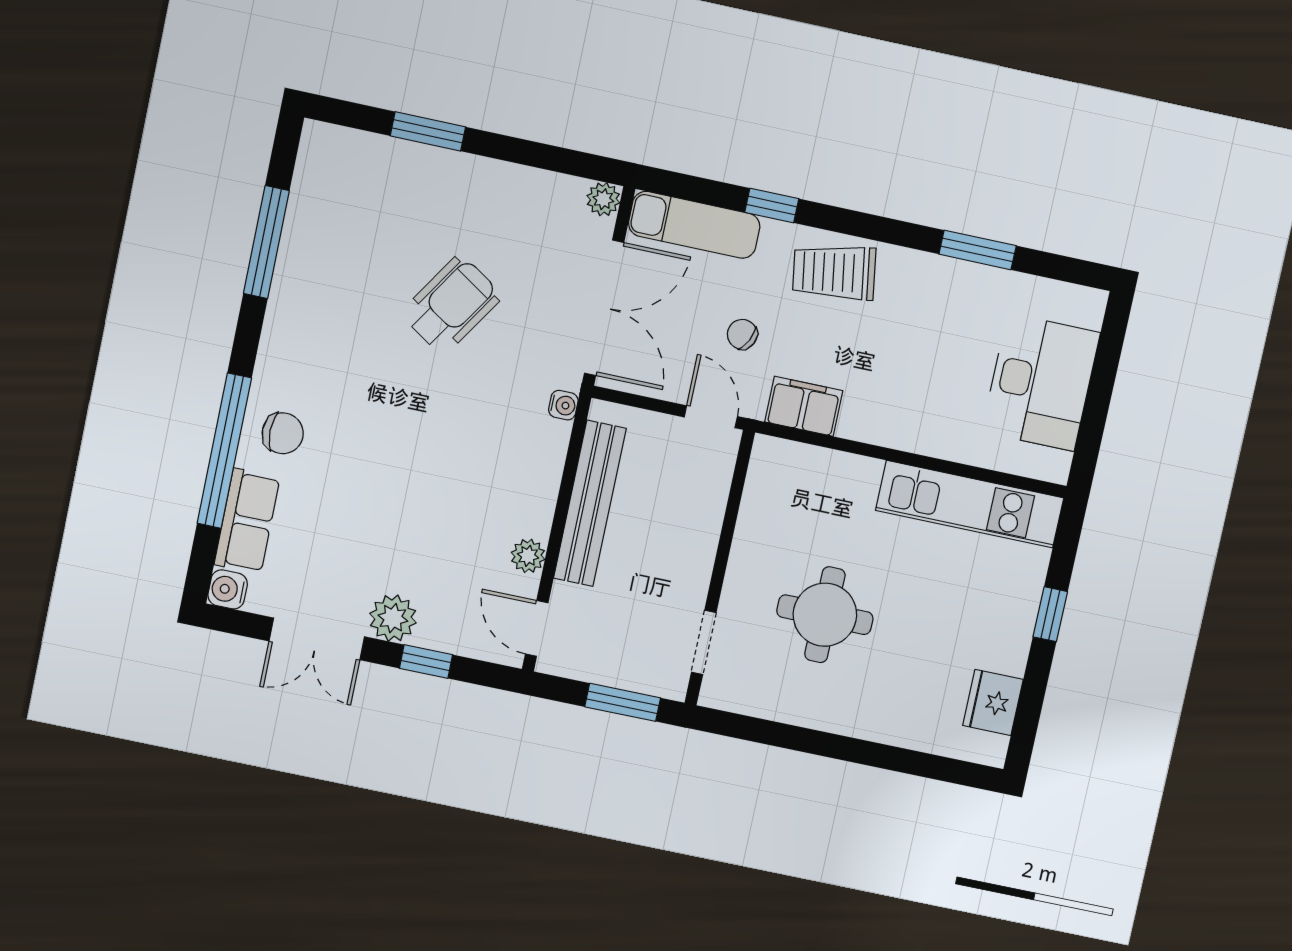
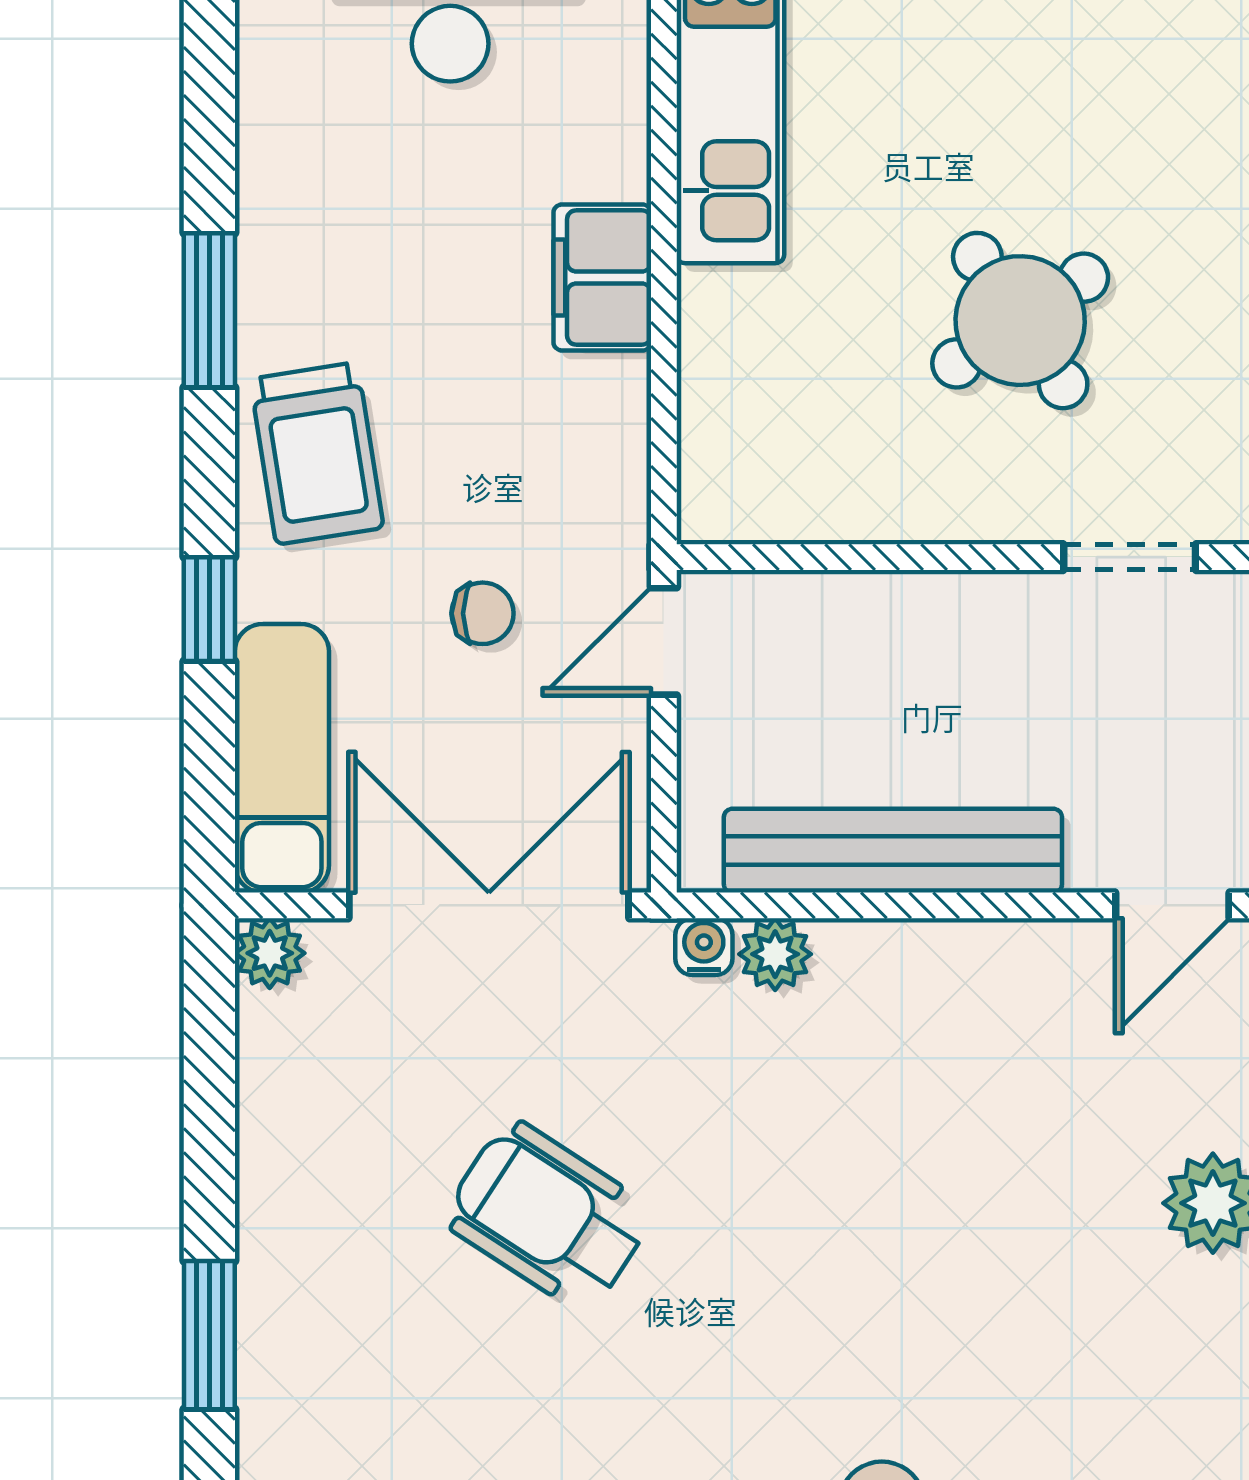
window: (978, 250) -> (209, 310), moved
chair: (742, 334) -> (483, 613), turned -116
filing cabinet: (804, 406) -> (602, 277), moved
plant: (528, 556) -> (775, 954), moved
round table: (825, 615) -> (1020, 321), turned -34

